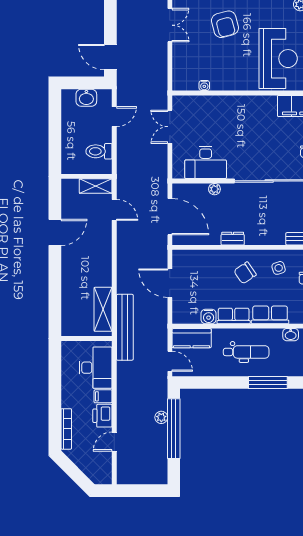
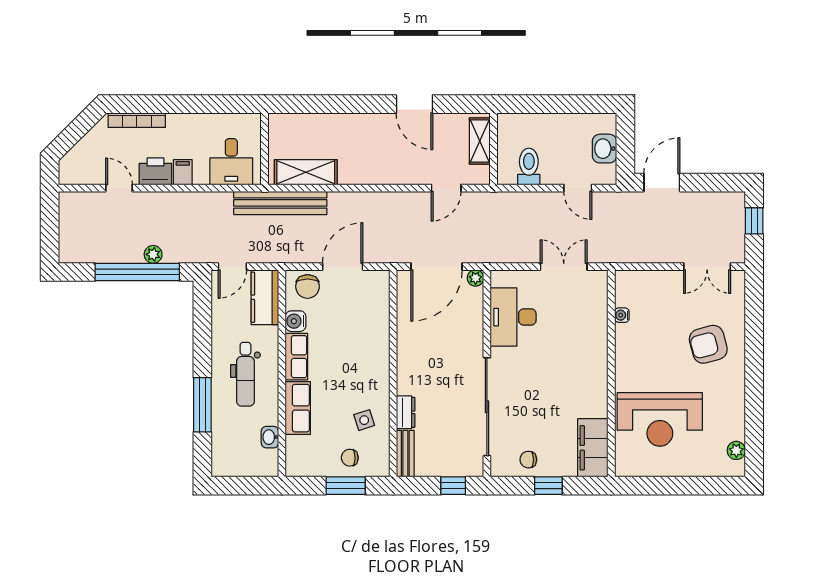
shelving: (96, 186) -> (480, 141), moved
plant: (214, 189) -> (476, 278), moved
dresser: (233, 239) -> (406, 412), moved
chair: (245, 273) -> (308, 286), moved, turned -146
desk: (96, 368) -> (231, 162), width x0.73

